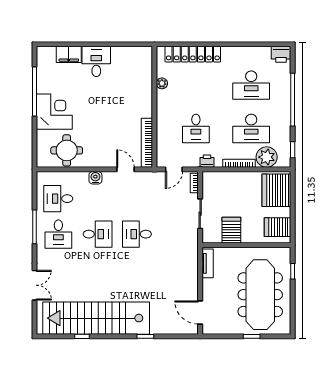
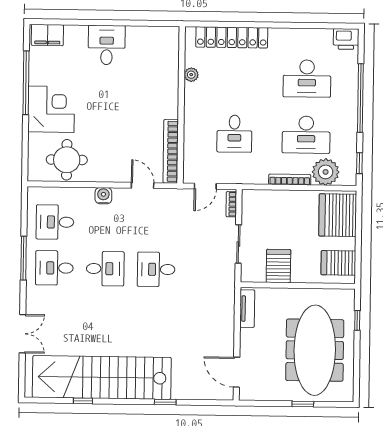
filing cabinet: (69, 54) -> (47, 35), moved
printer: (207, 161) -> (248, 176), removed
desk: (58, 234) -> (54, 268), turned 90

